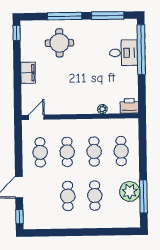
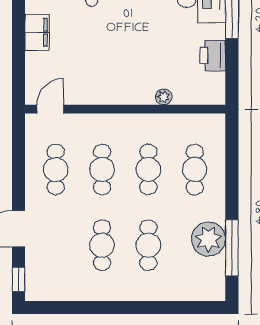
printer: (129, 106) -> (213, 56), moved, turned -90

